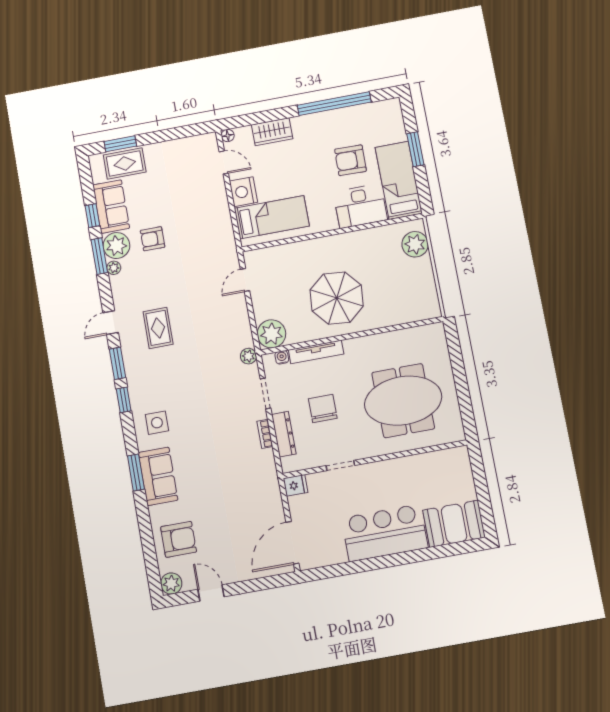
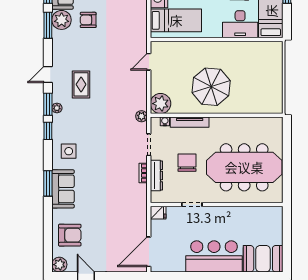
plant: (415, 244) -> (274, 59), removed
plant: (114, 268) -> (57, 108), moved
meeting table: (403, 401) -> (244, 167), width x1.36

